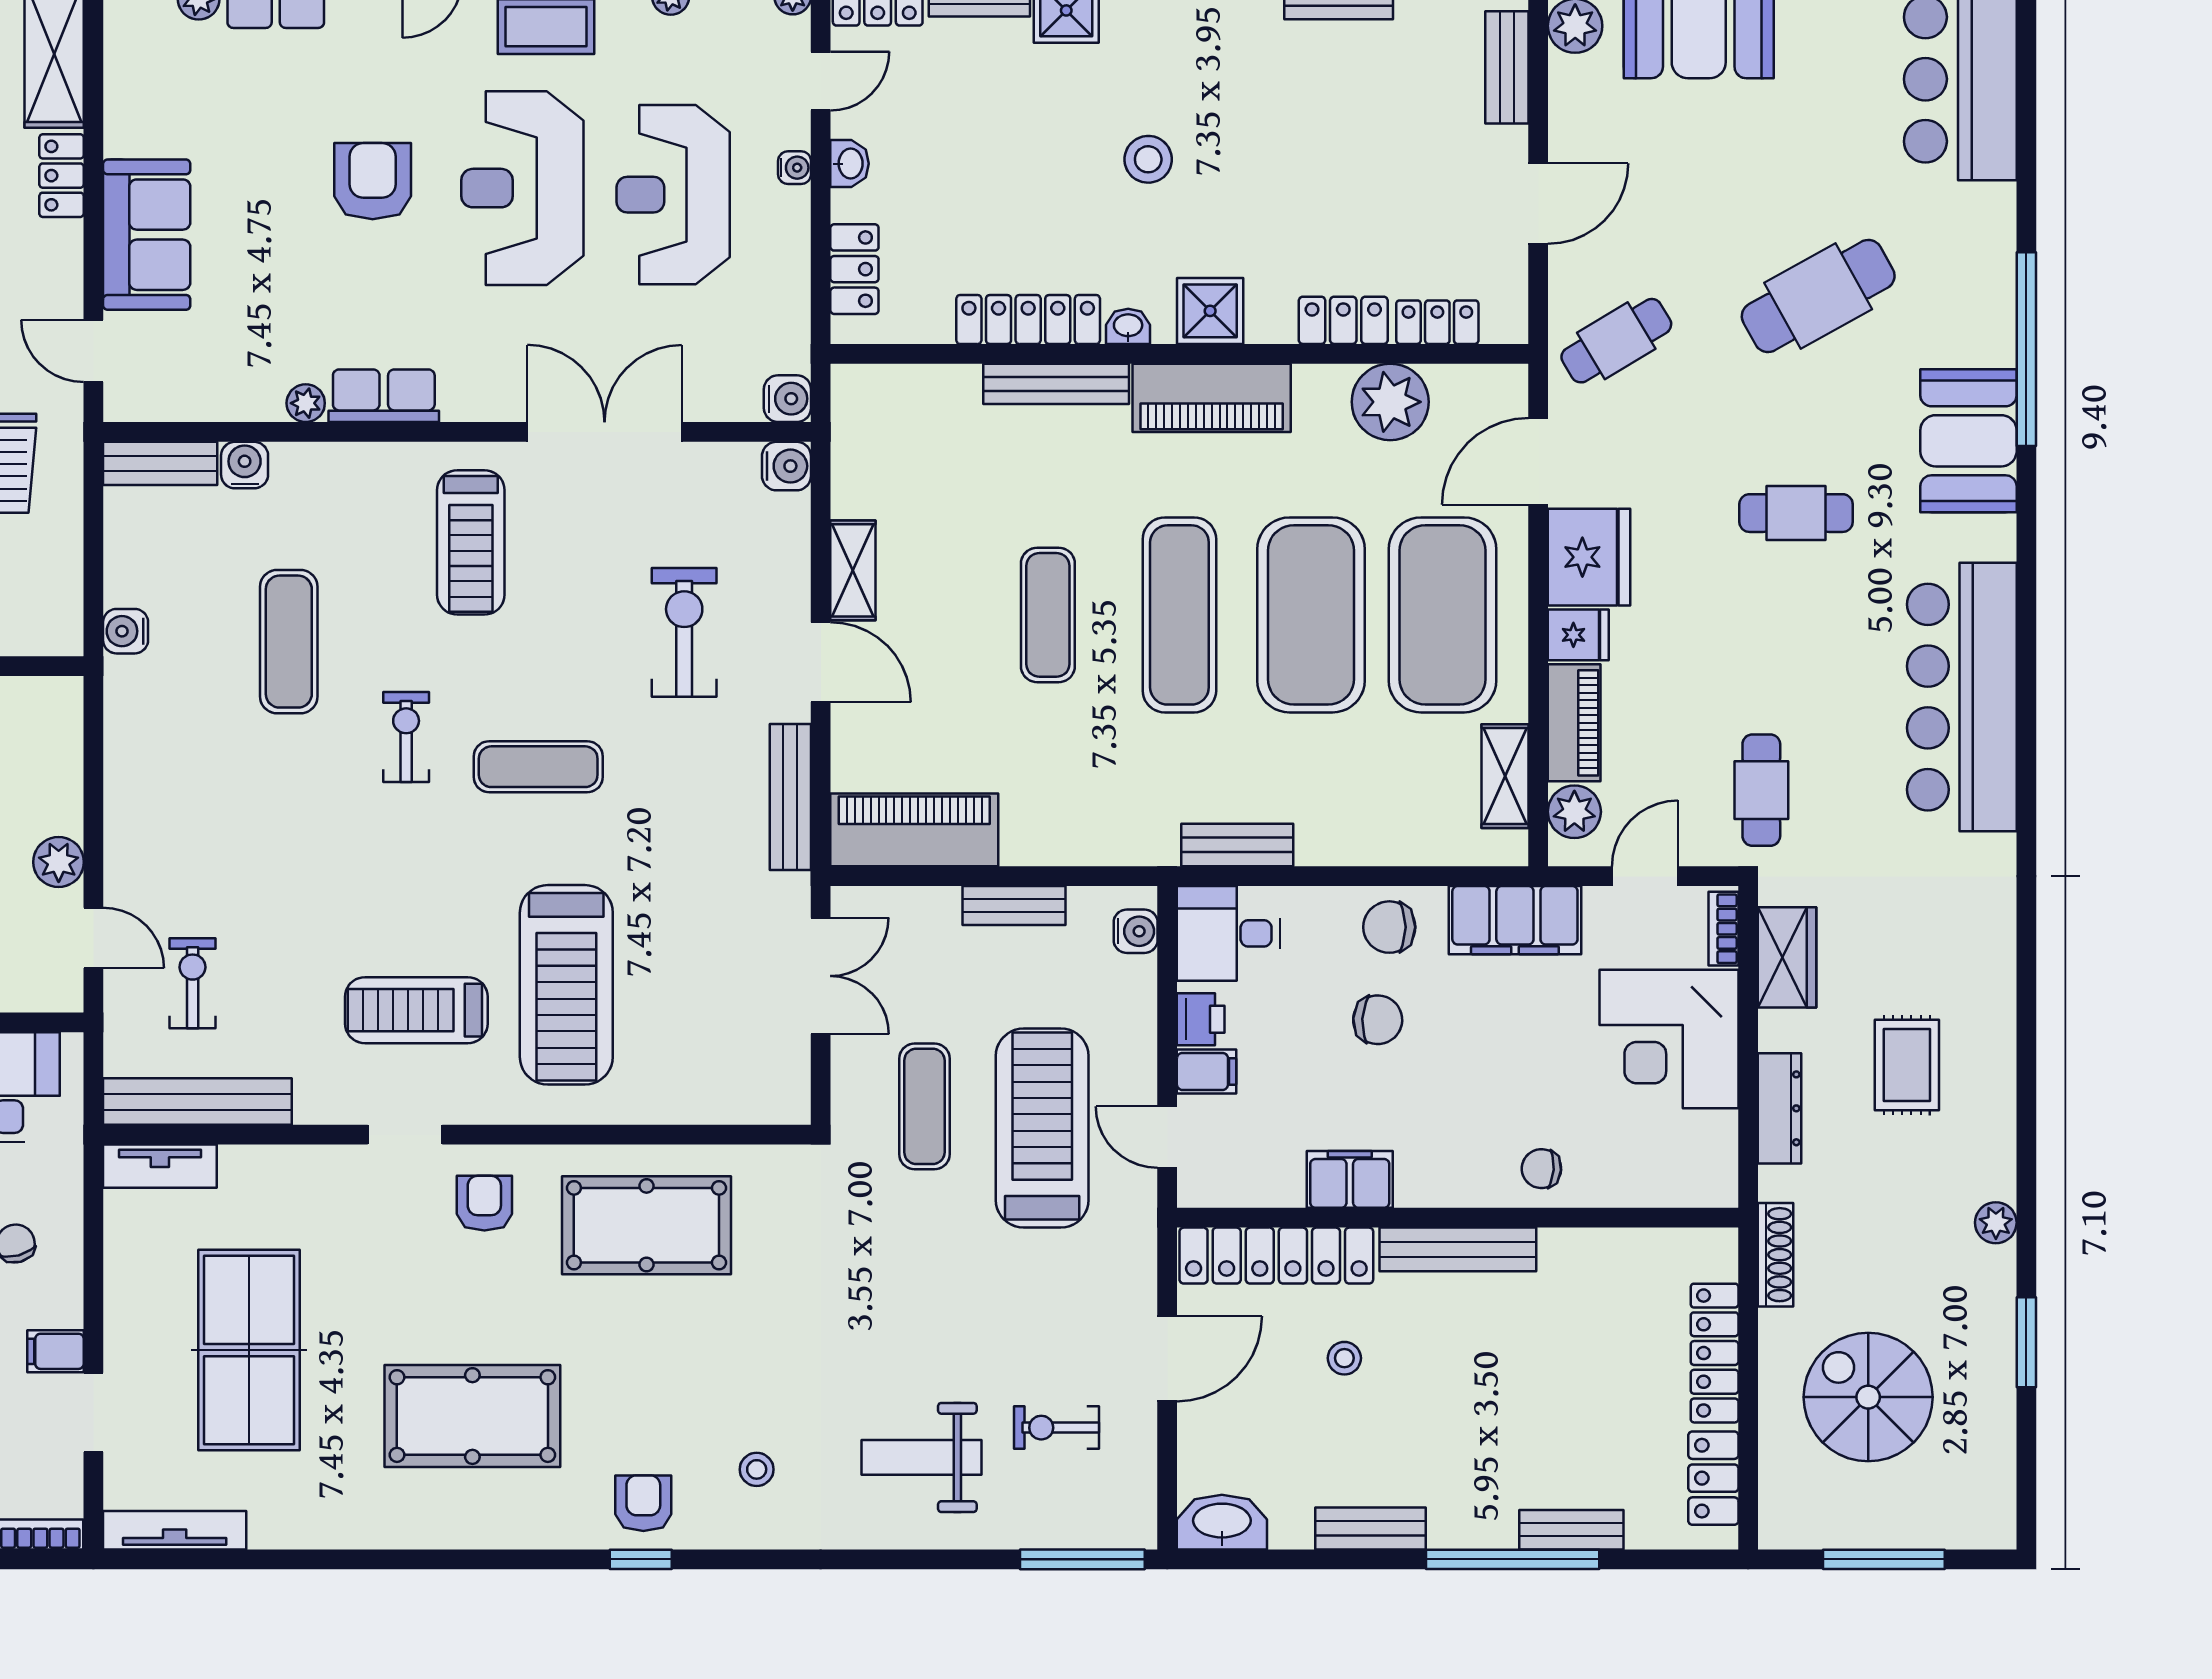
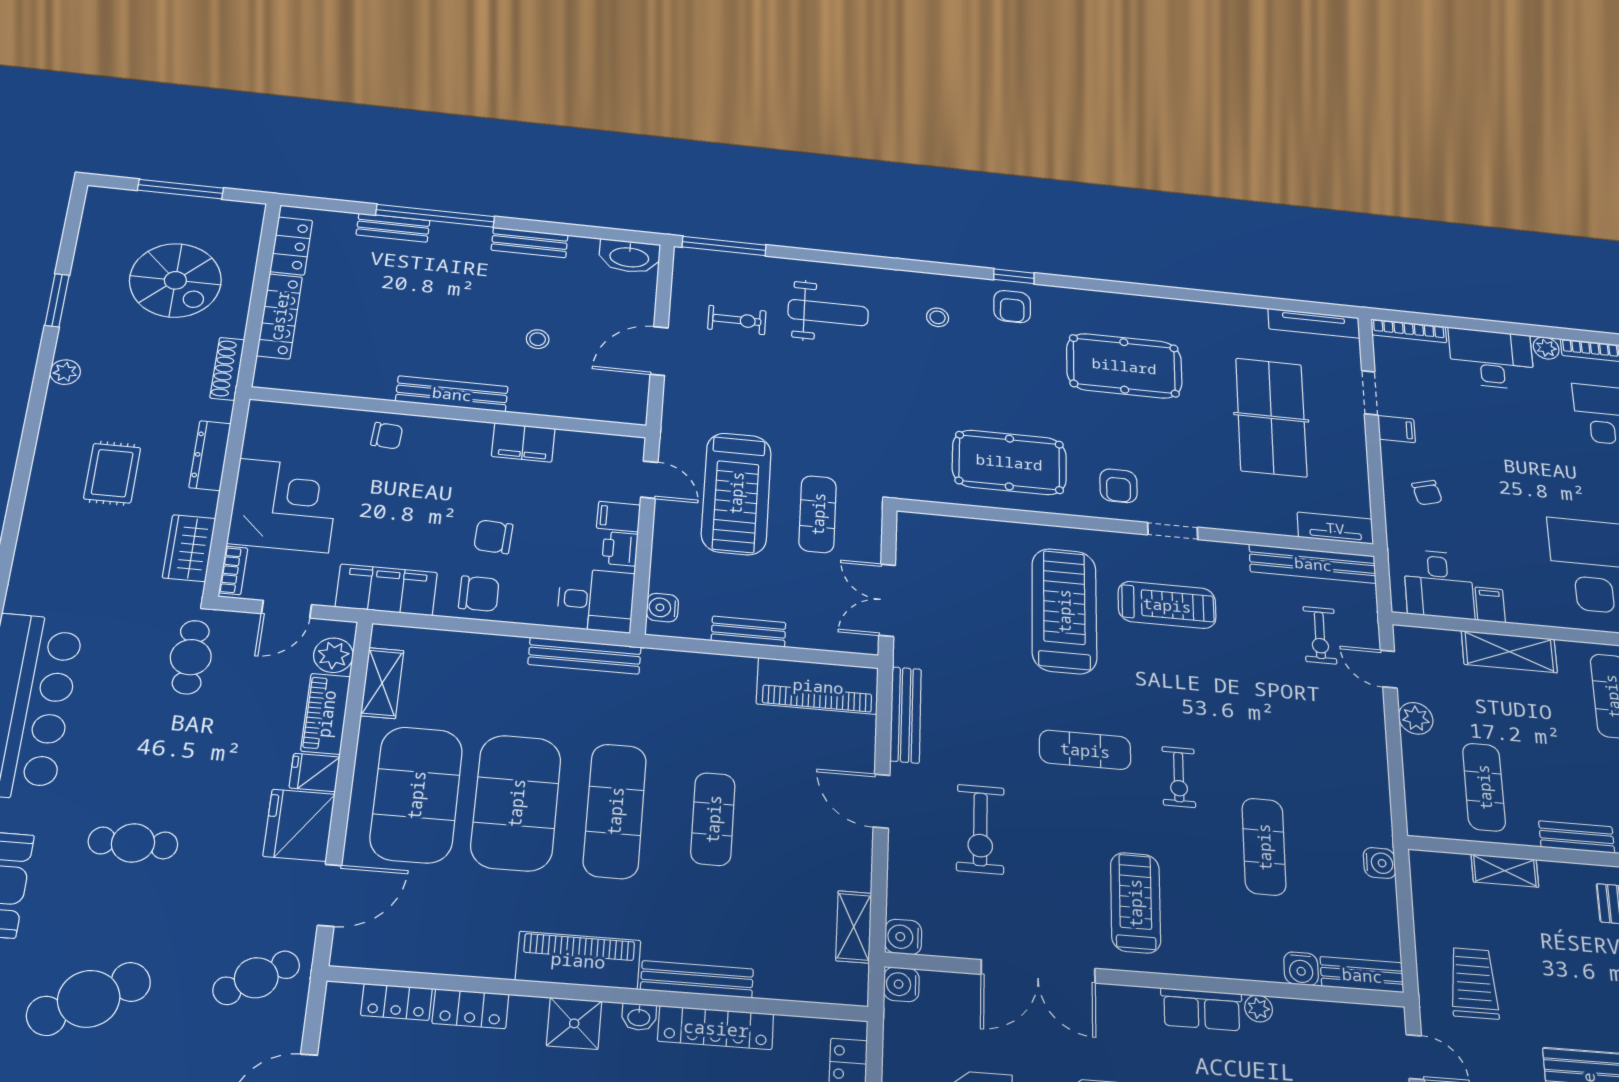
plant: (1390, 402) -> (440, 947), removed
shelving: (853, 570) -> (854, 927), moved
bench: (1237, 845) -> (585, 656), width x1.36
locker: (1276, 1256) -> (579, 403), removed

